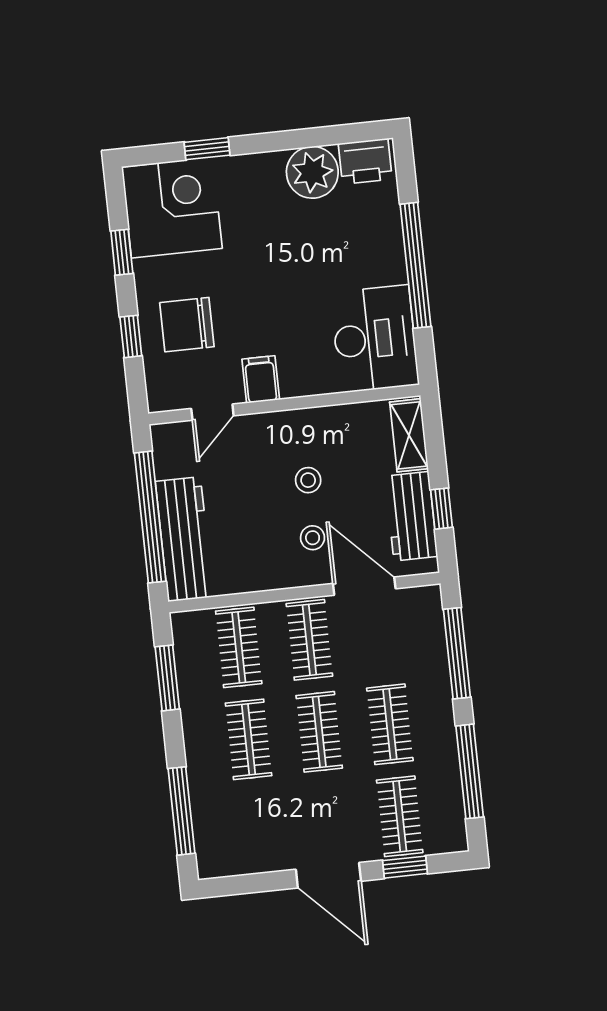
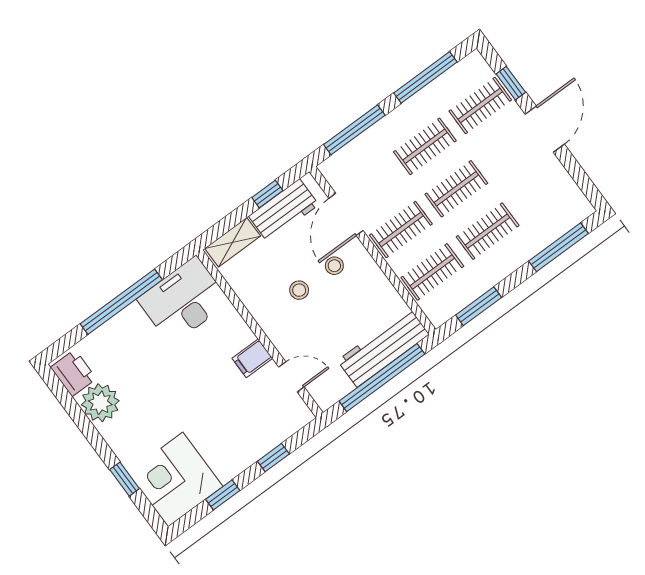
chair: (187, 325) -> (245, 426), removed

